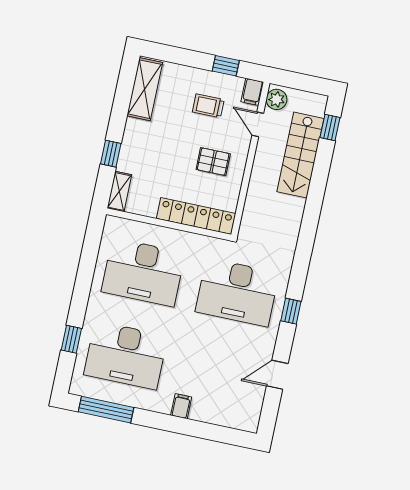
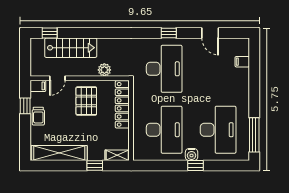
shelving: (145, 89) -> (59, 153), width x1.47
plant: (277, 99) -> (104, 70), moved
trolley: (208, 106) -> (38, 116), moved
pallet: (213, 162) -> (86, 101), width x1.50, depth x1.42
water cooler: (96, 306) -> (192, 155), added
window: (71, 339) -> (195, 166), moved
filing cabinet: (181, 406) -> (242, 62), moved

